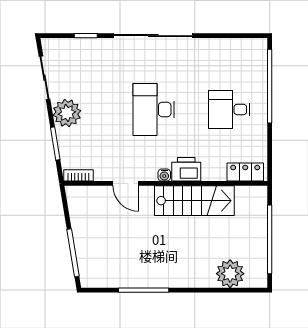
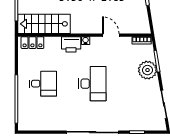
plant: (67, 113) -> (148, 70), moved
stairs: (194, 201) -> (44, 24), moved

